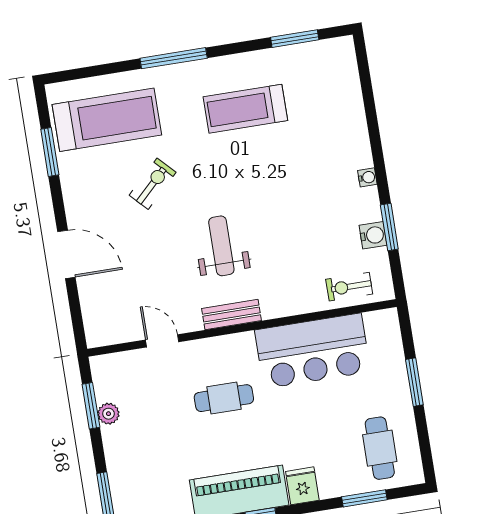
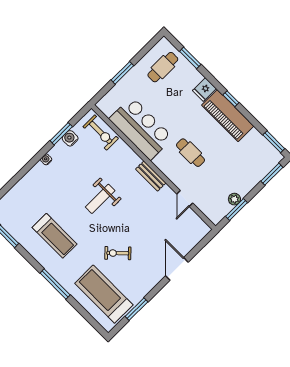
weight bench: (221, 246) -> (100, 199), moved
exercise bike: (349, 287) -> (101, 132), width x1.38, depth x1.39

